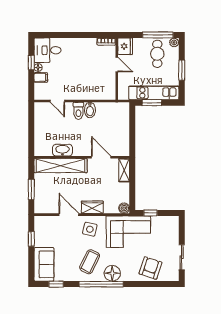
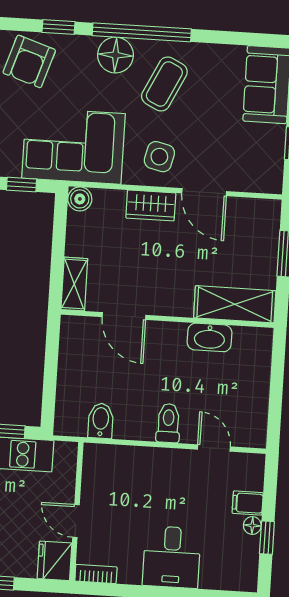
desk: (48, 50) -> (172, 557), moved, turned 90
bidet: (90, 110) -> (101, 421), moved
shelving: (61, 166) -> (235, 304), width x0.68
window: (56, 284) -> (59, 27), moved

